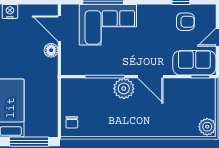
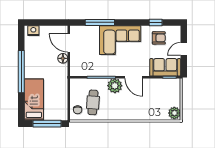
corner sofa: (108, 25) -> (120, 40), moved
cafe table: (93, 112) -> (93, 102), added

